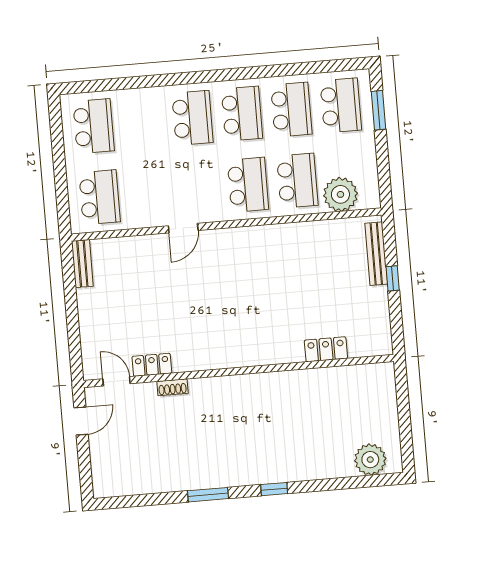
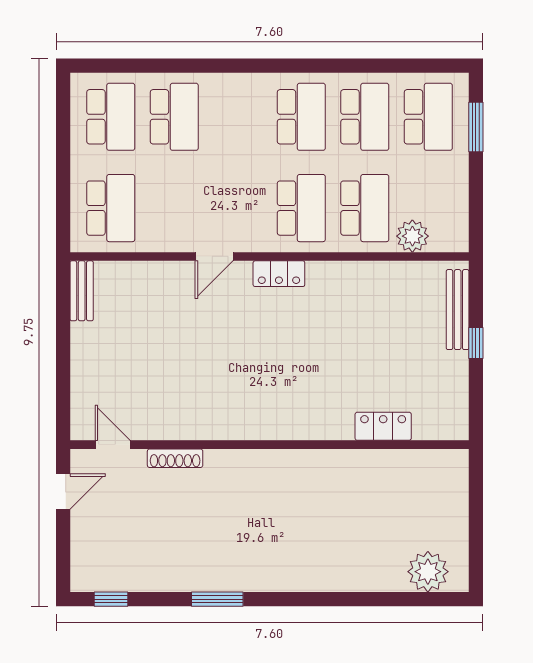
school desk: (192, 118) -> (174, 117), moved
plant: (340, 194) -> (412, 236), width x0.73, depth x0.73
locker: (152, 365) -> (279, 274), moved, turned 180
shoe rack: (172, 387) -> (175, 458), width x1.43
window: (274, 489) -> (111, 599), moved

